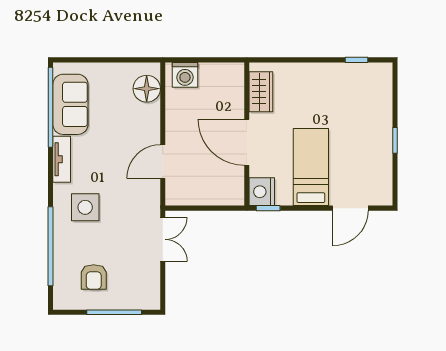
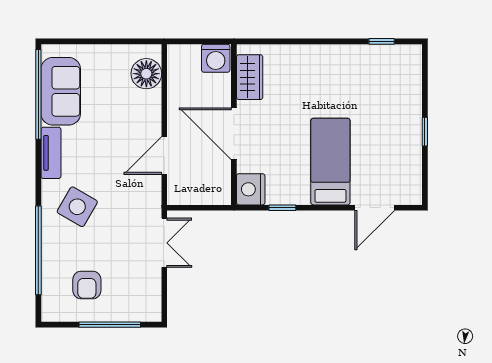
washing machine: (185, 75) -> (216, 58), moved
wardrobe: (261, 92) -> (250, 77), moved
wall: (247, 134) -> (234, 125), moved
door: (247, 142) -> (234, 134), moved
nightstand: (262, 192) -> (251, 189), moved
side table: (85, 207) -> (77, 207), turned 30

